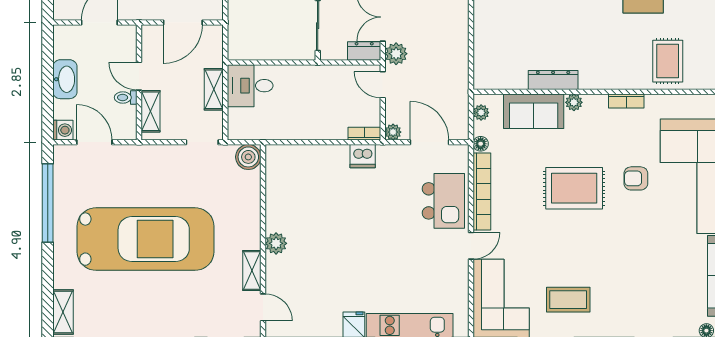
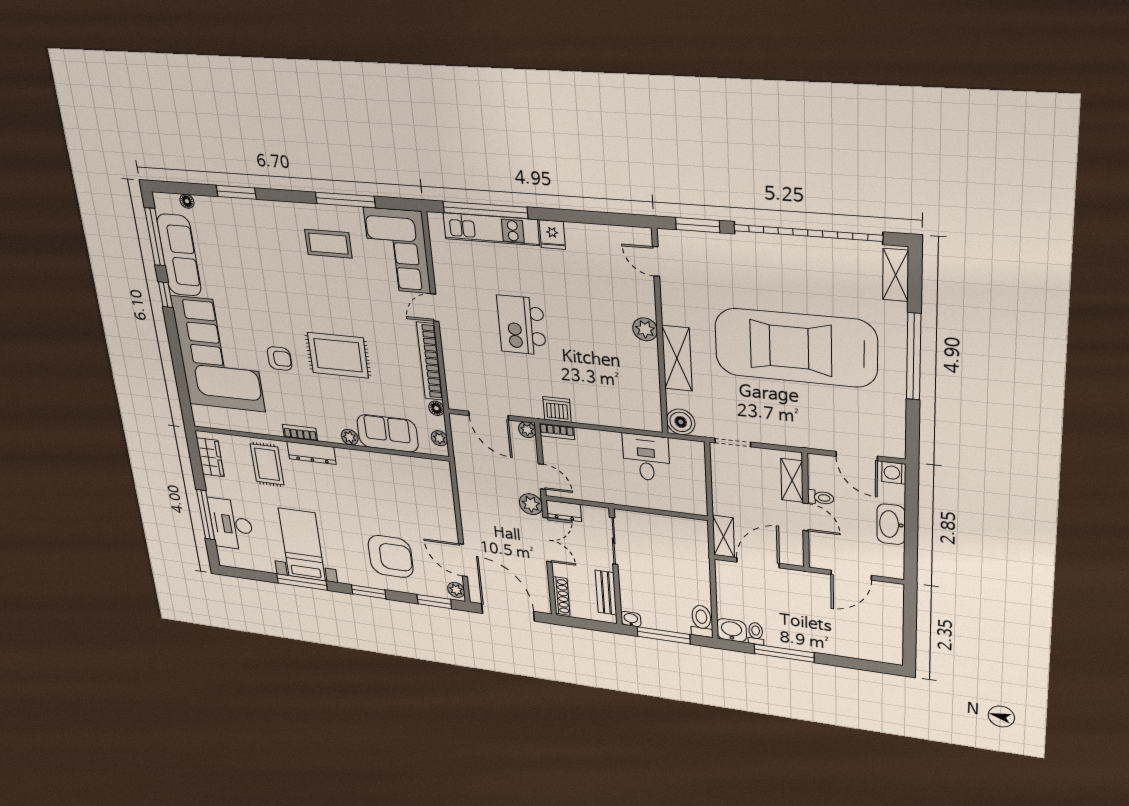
dresser: (553, 80) -> (311, 453), moved
desk: (250, 86) -> (646, 457), moved, turned -90
shelving: (214, 89) -> (723, 536), moved
kitchen island: (443, 201) -> (522, 325), moved
window: (48, 203) -> (914, 357), moved
shelving: (252, 271) -> (677, 358), moved, width x1.50, depth x1.33

